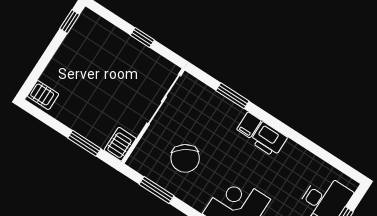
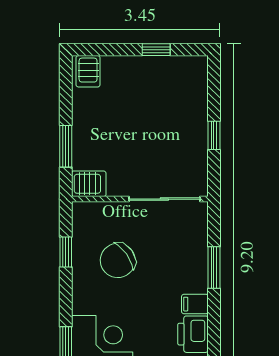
window: (70, 22) -> (156, 50), moved
window: (156, 190) -> (66, 252), width x0.67

